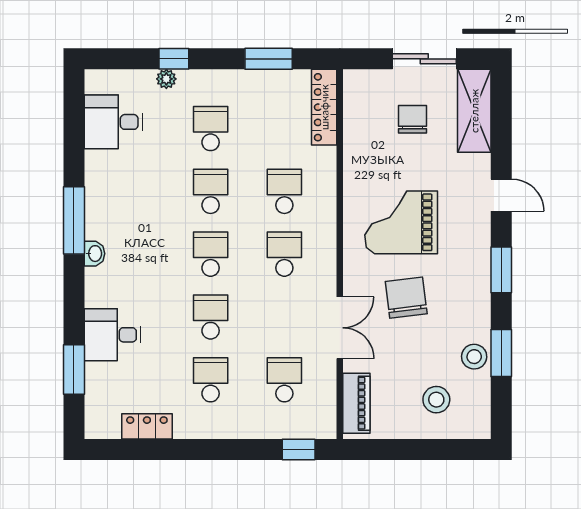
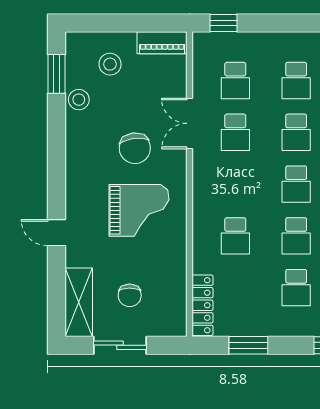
school desk: (284, 254) -> (235, 132), moved
window: (501, 270) -> (56, 171), removed
window: (501, 353) -> (56, 74), moved
piano: (356, 403) -> (162, 43), moved, turned -90

